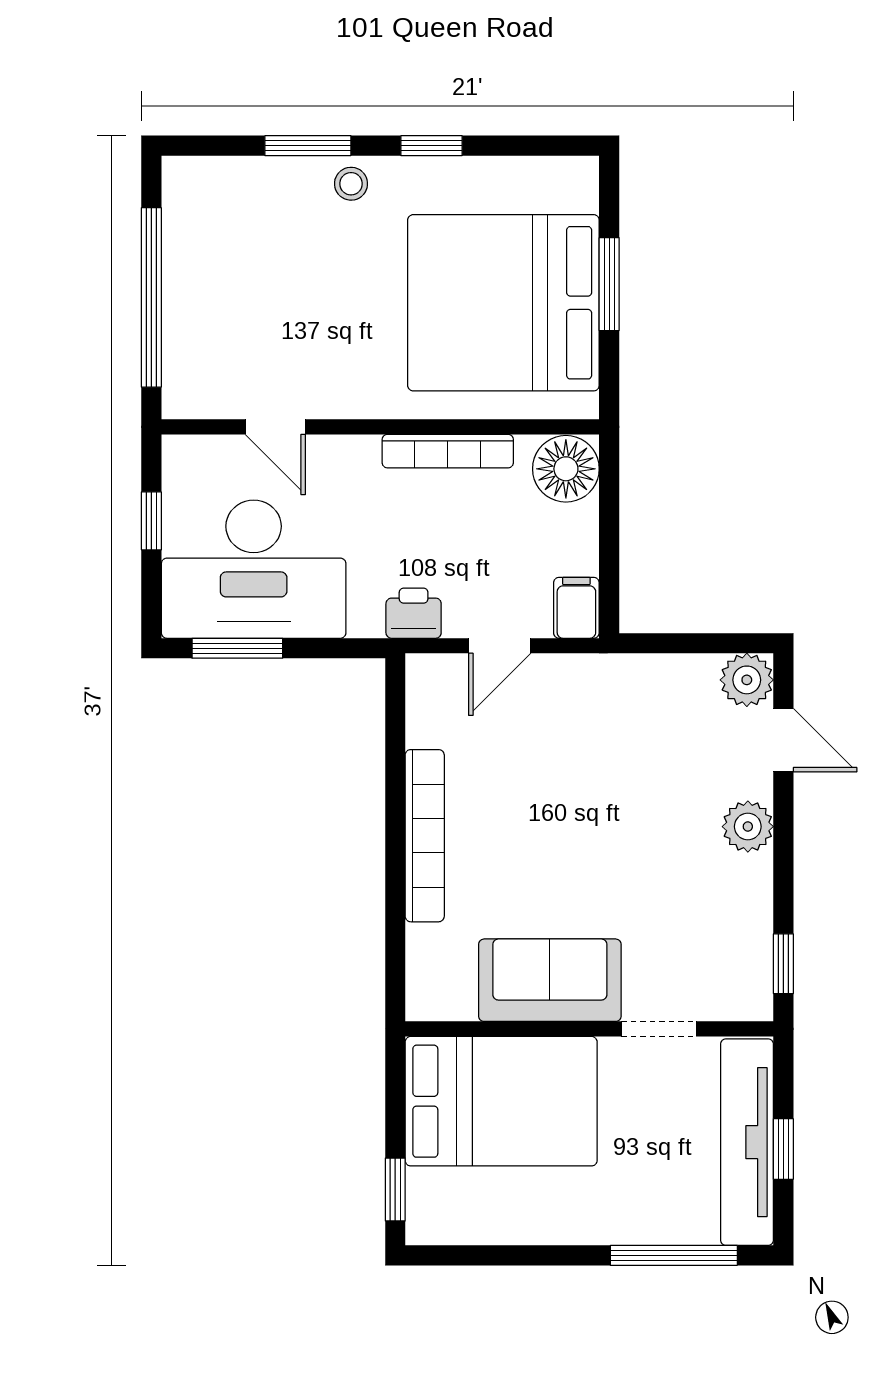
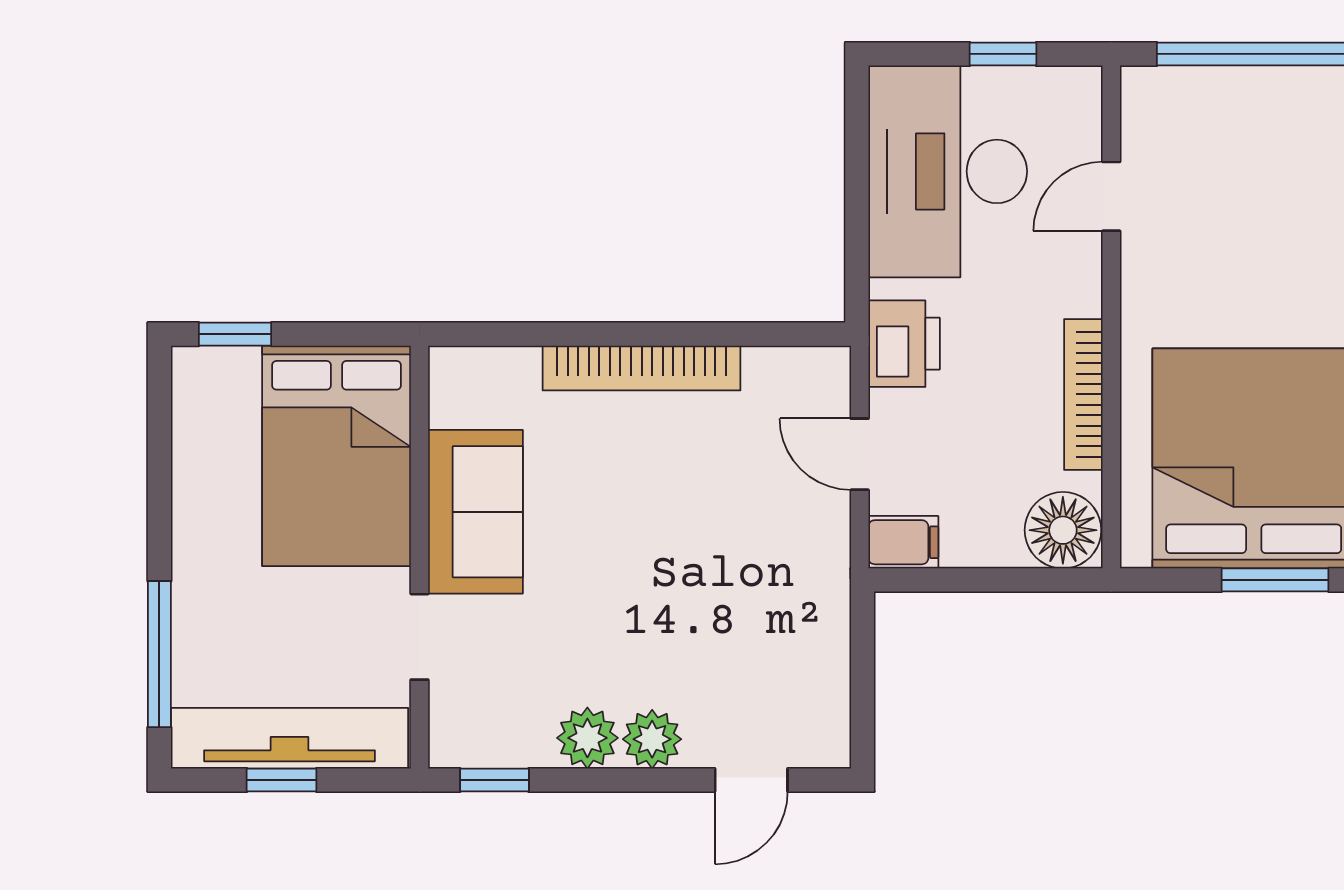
printer: (414, 613) -> (904, 344), width x1.36, depth x1.24
window: (237, 648) -> (857, 153), removed
plant: (747, 680) -> (587, 738), moved

